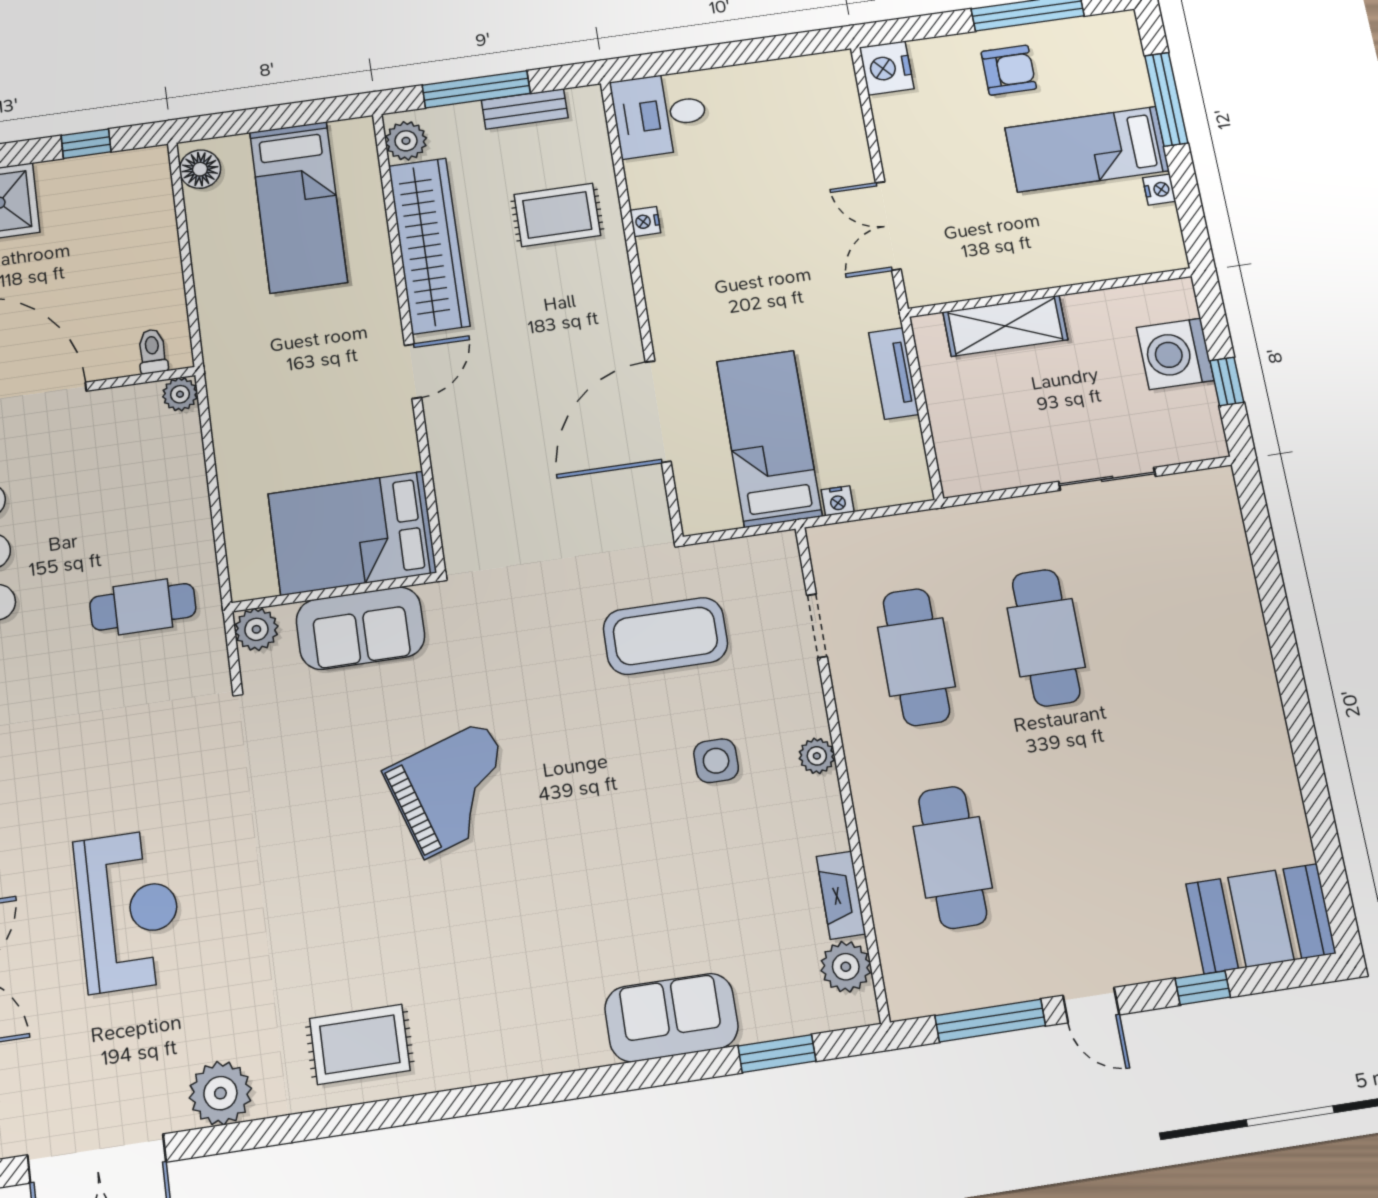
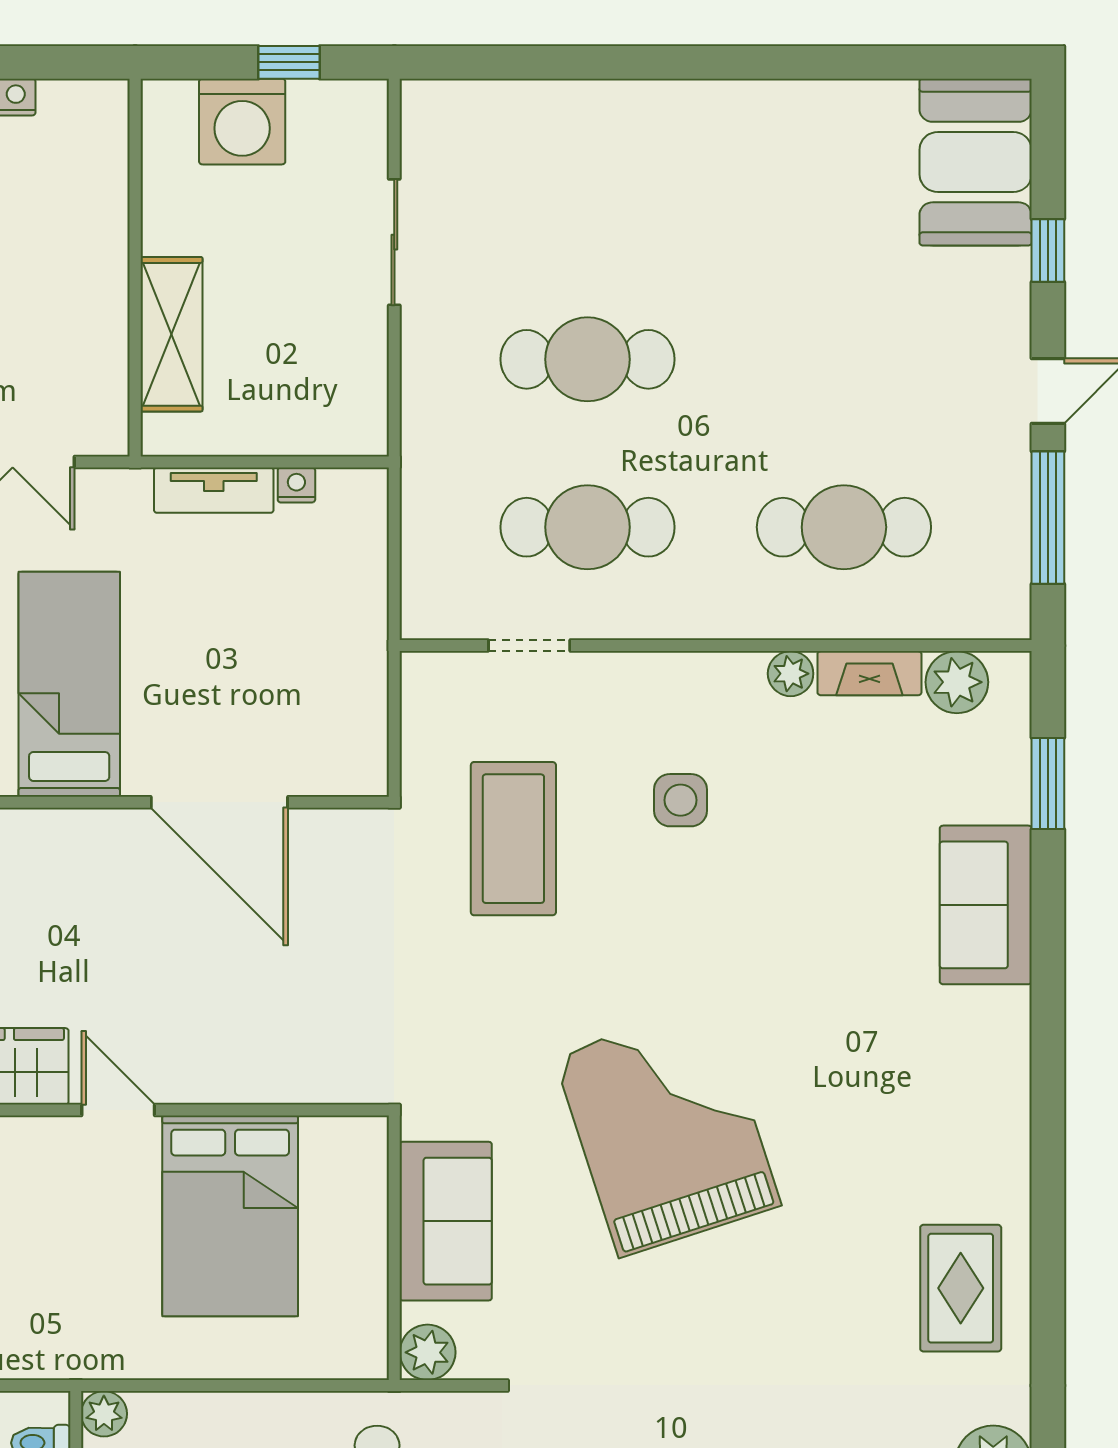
bed: (769, 439) -> (69, 684), moved, turned 90
nightstand: (838, 501) -> (296, 485), moved, turned -90
bed: (352, 533) -> (230, 1216), moved
plant: (817, 756) -> (791, 674), moved
grand piano: (455, 789) -> (667, 1130), width x1.37, depth x1.48

